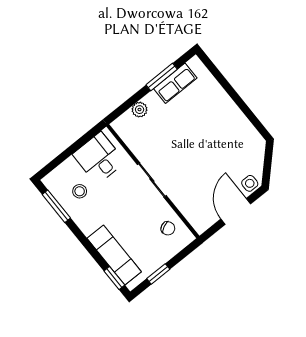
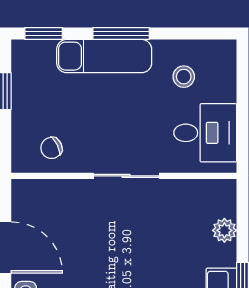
window: (56, 206) -> (121, 33), moved
exam couch: (114, 255) -> (104, 56), moved

